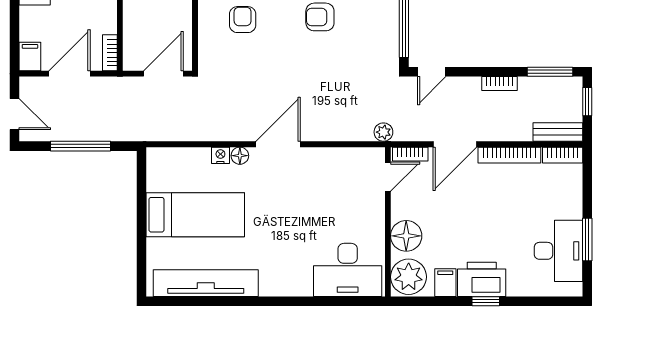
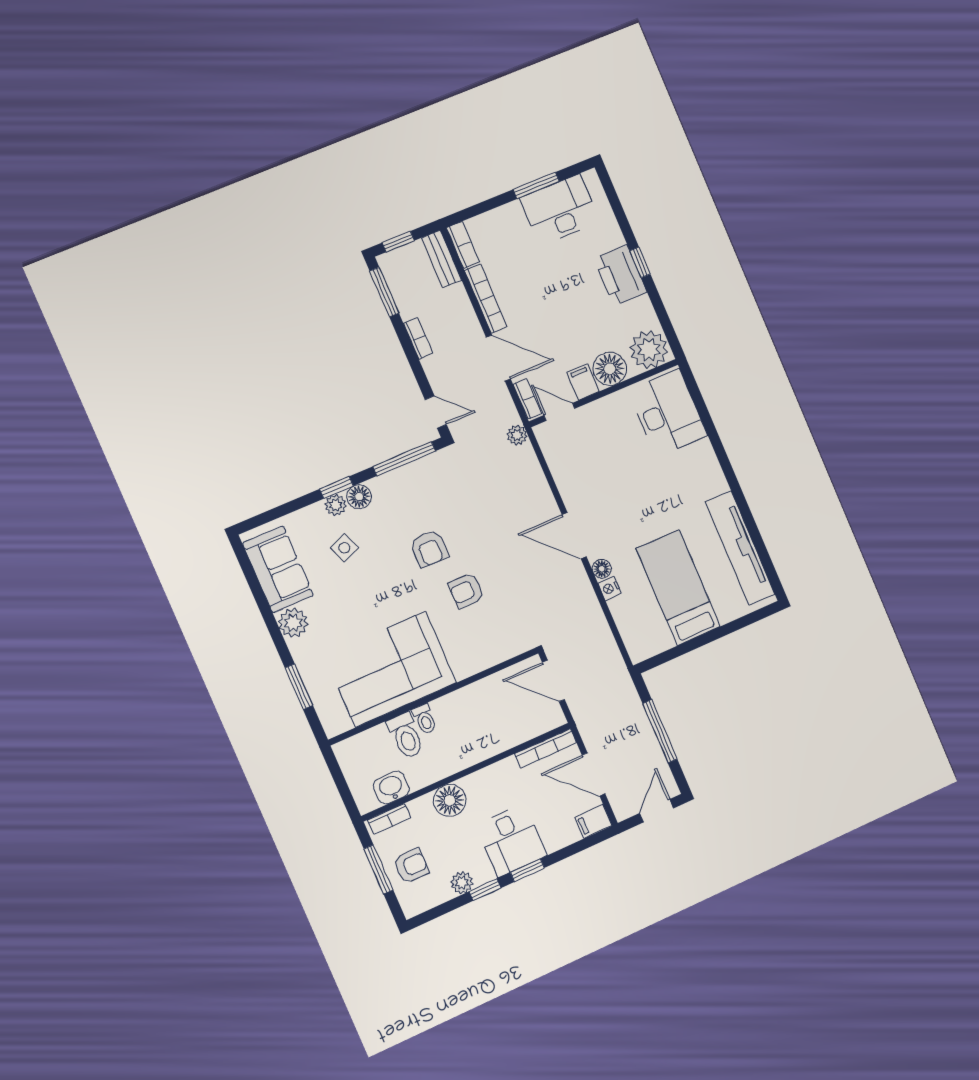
armchair: (243, 20) -> (466, 591), moved
bookcase: (110, 53) -> (546, 748), width x1.56
filing cabinet: (445, 283) -> (583, 382), moved, turned 90

